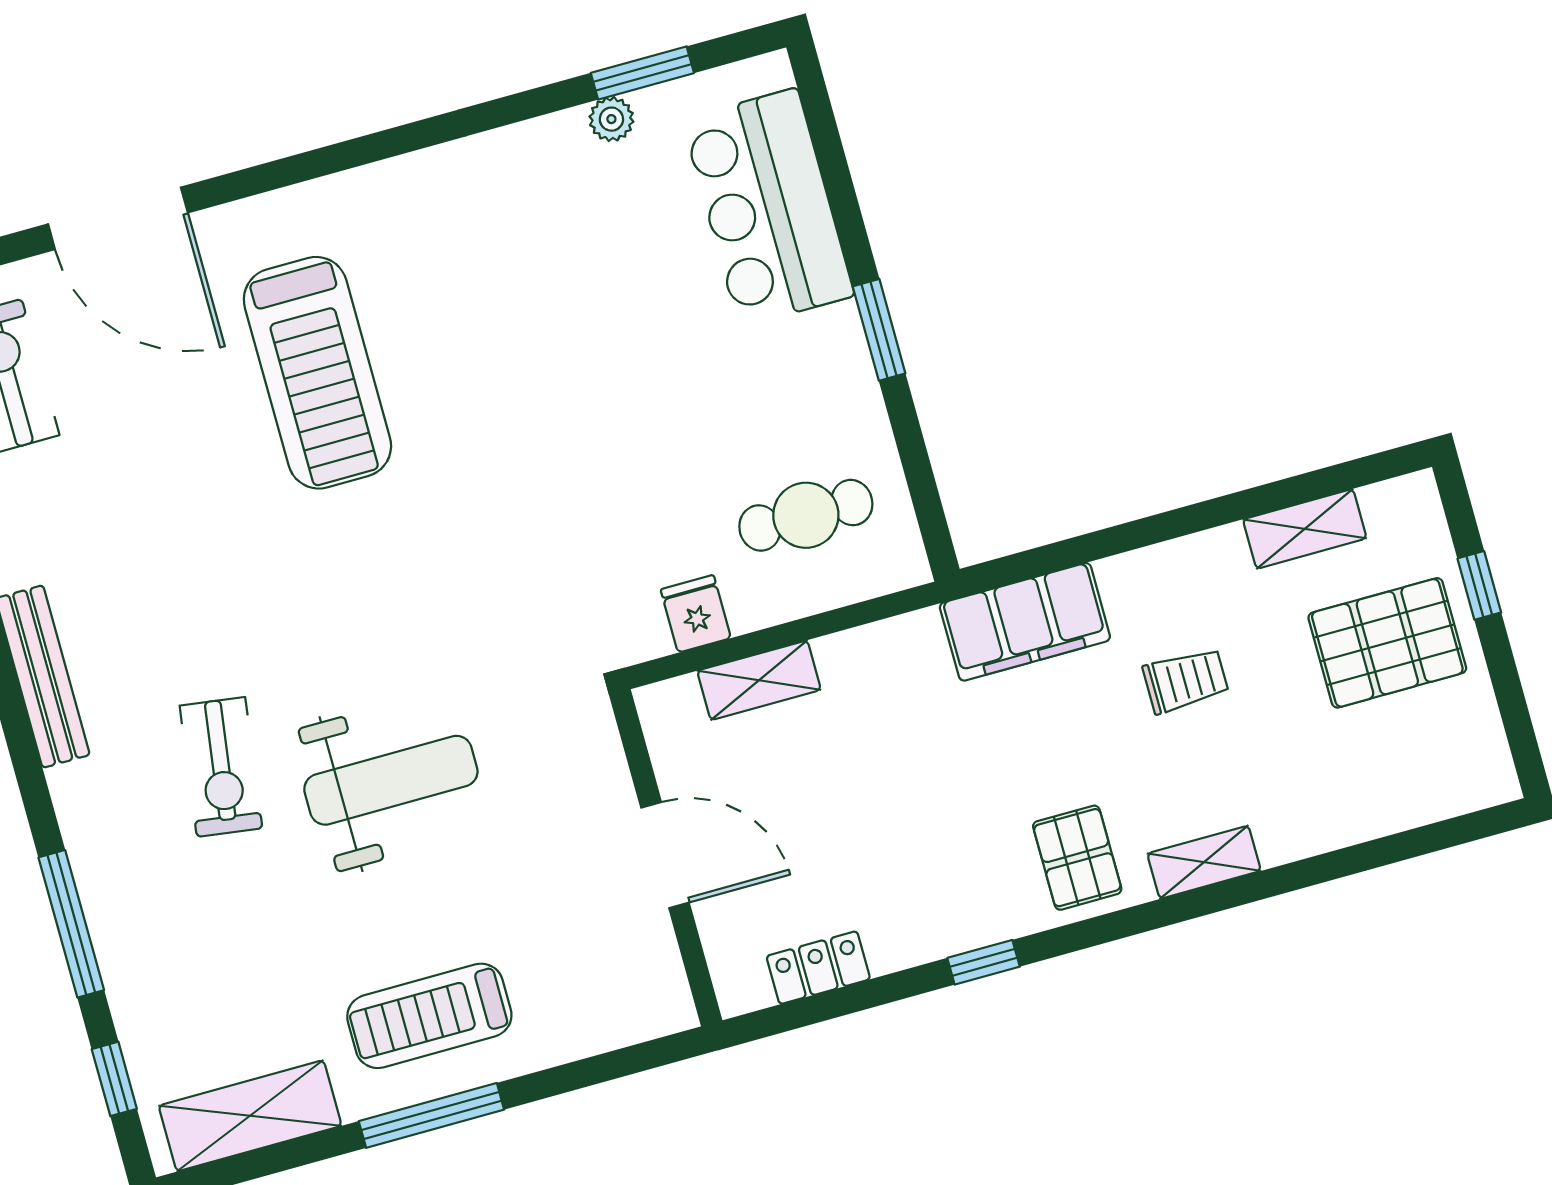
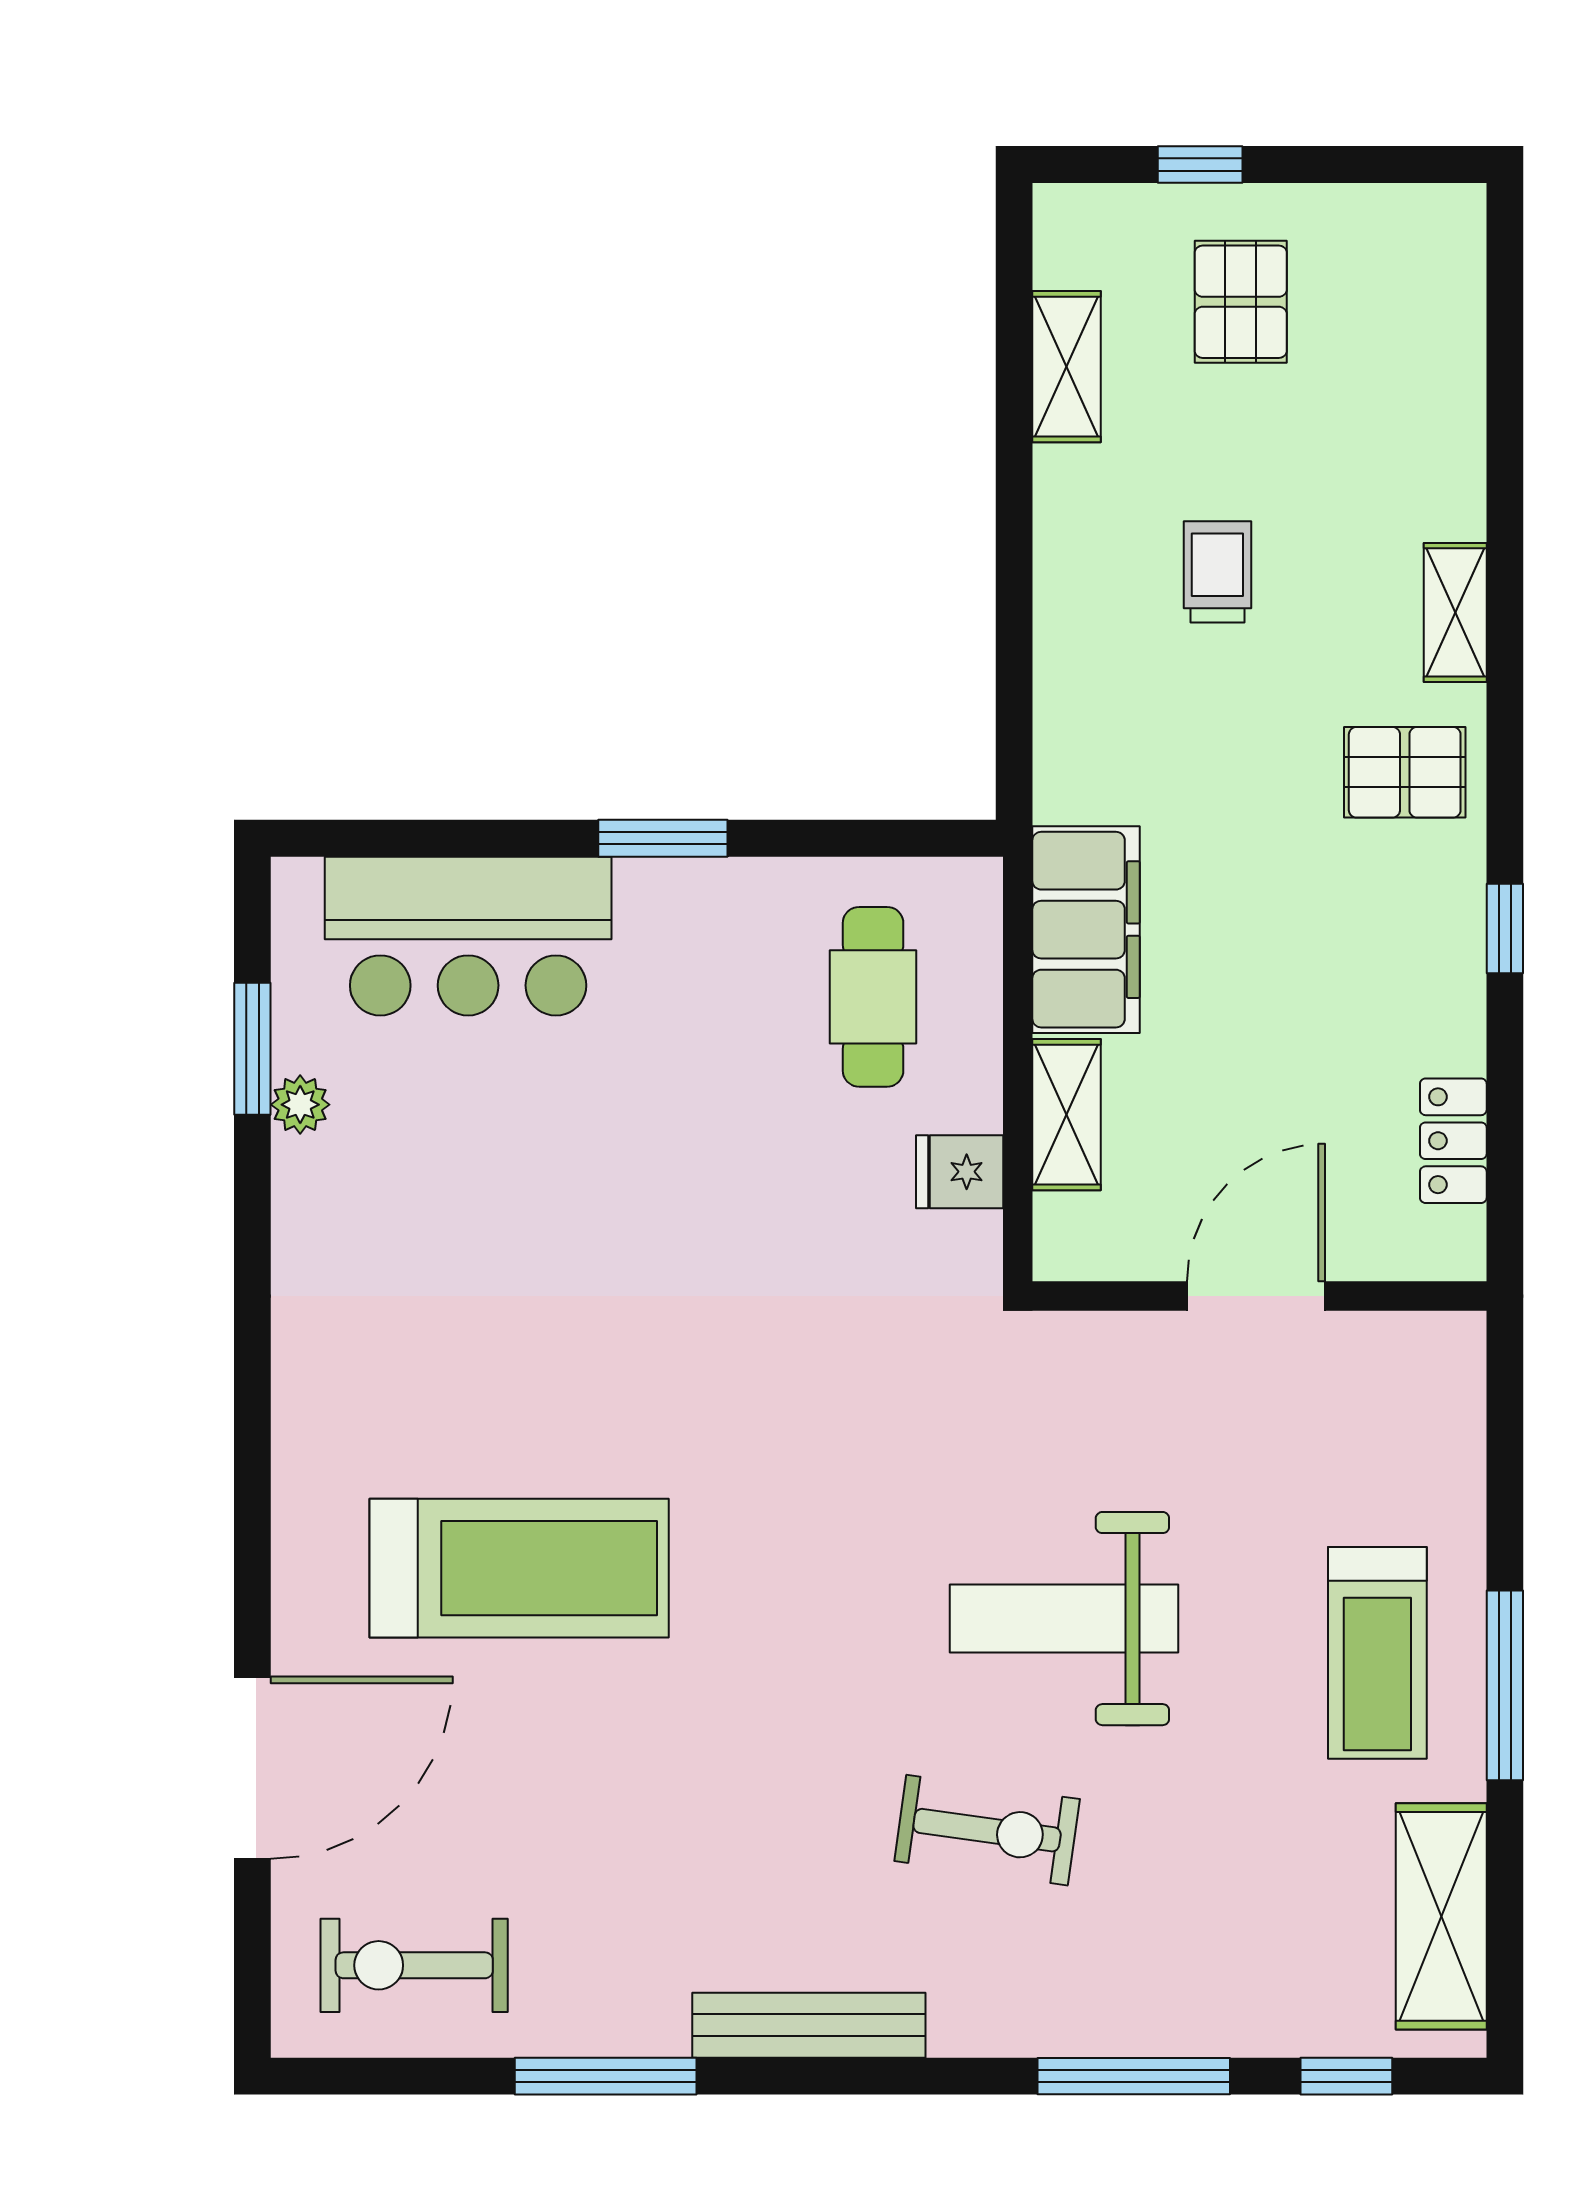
filing cabinet: (1025, 622) -> (1086, 930), moved
pallet: (1387, 643) -> (1241, 302), width x0.67, depth x0.71
weight bench: (391, 780) -> (1064, 1619), turned -90

